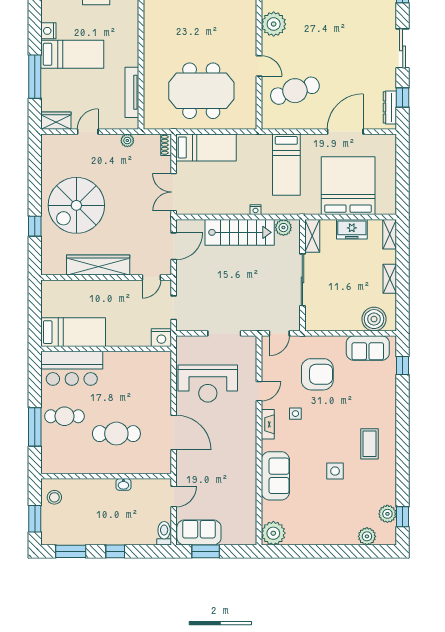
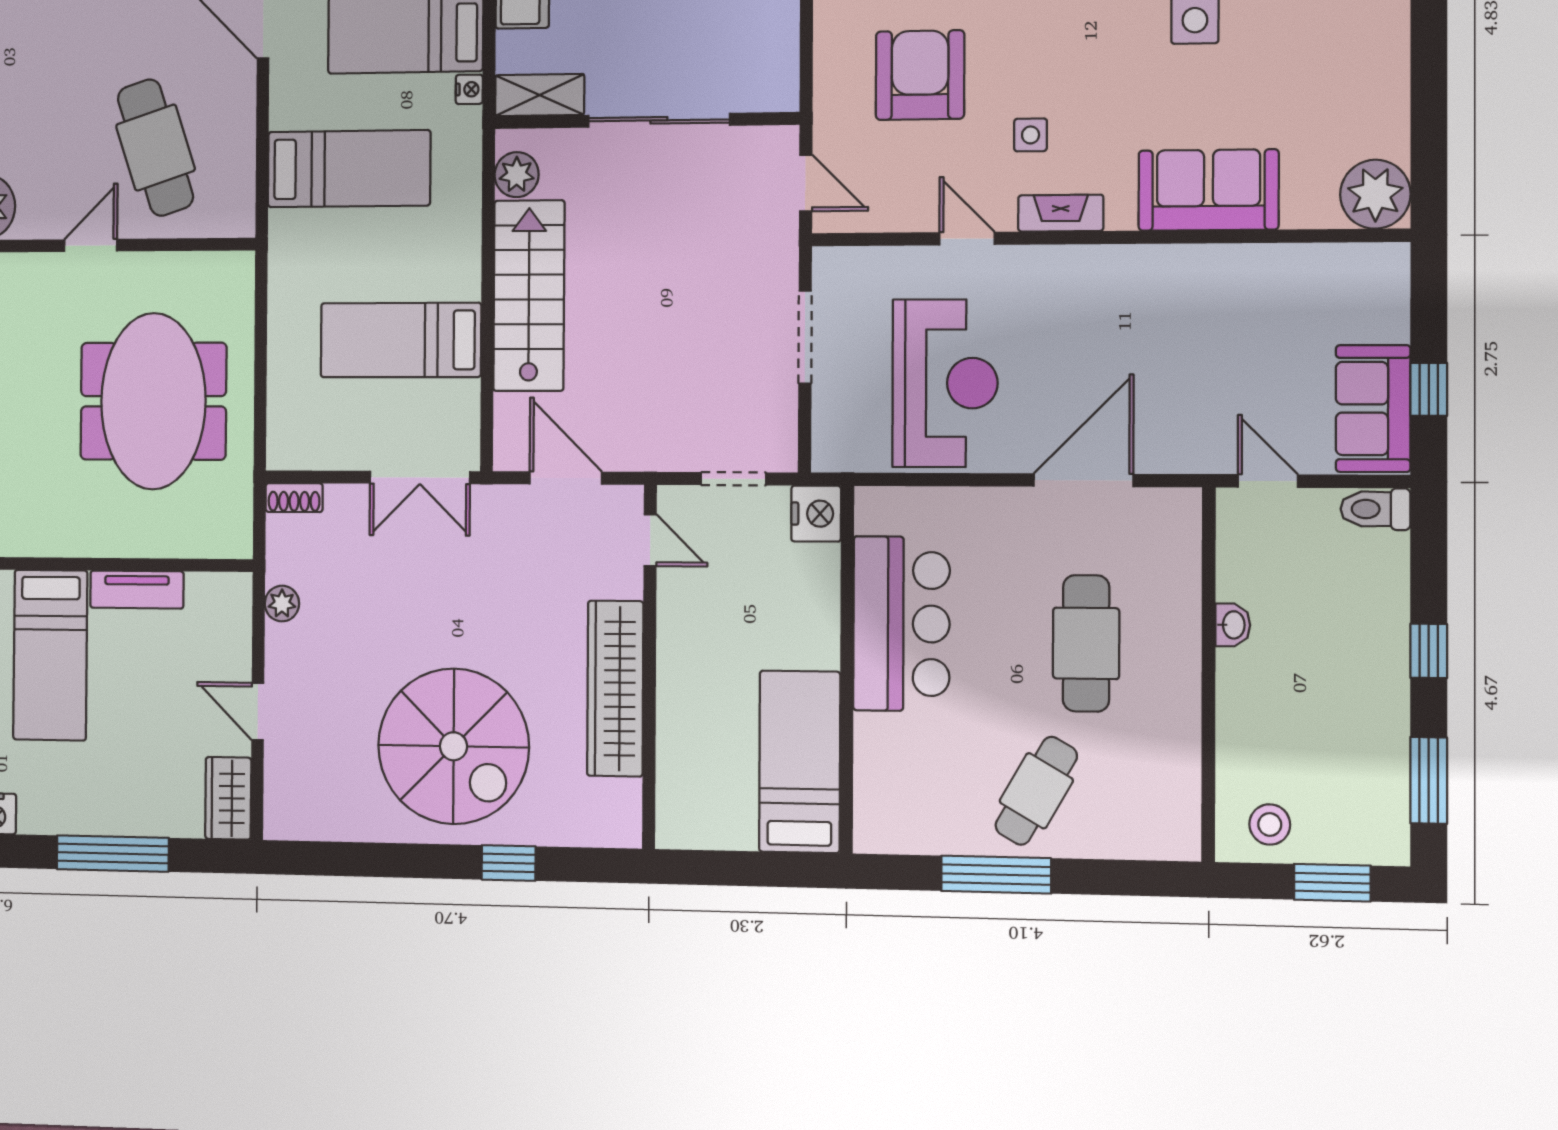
bed: (72, 54) -> (50, 655), moved, turned 180
tv unit: (132, 92) -> (137, 590), width x0.71
bed: (206, 148) -> (401, 340), moved, turned -90
nightstand: (256, 210) -> (469, 89), moved
bar counter: (72, 368) -> (901, 624), moved
cafe table: (64, 416) -> (1036, 791), turned 30
window: (35, 427) -> (996, 875), moved
window: (206, 551) -> (1429, 389), width x0.67

